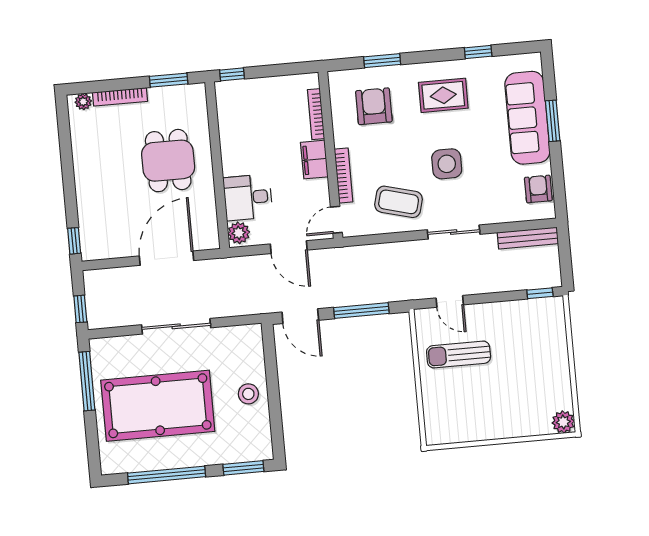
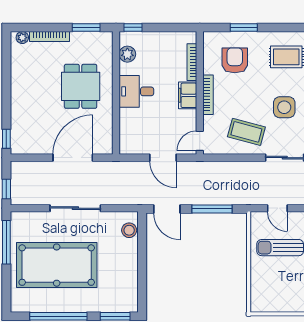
bookcase: (344, 176) -> (208, 95), moved
desk: (248, 197) -> (136, 91), moved
plant: (239, 233) -> (127, 54), moved
stool: (248, 394) -> (129, 230), moved

